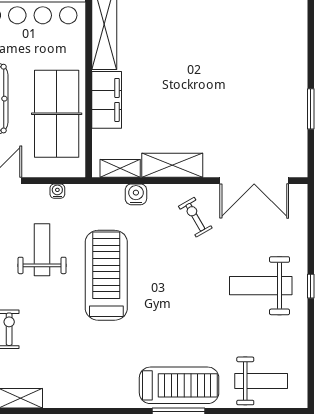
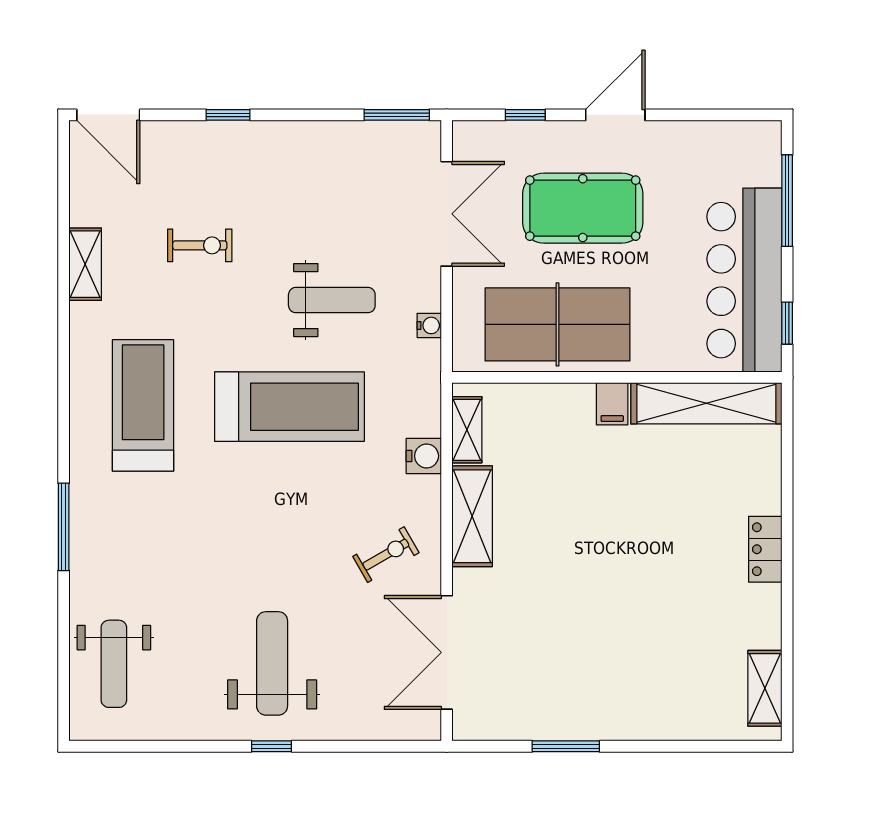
filing cabinet: (107, 100) -> (612, 404), width x0.33, depth x0.86
treadmill: (179, 385) -> (143, 405), moved, turned 180

